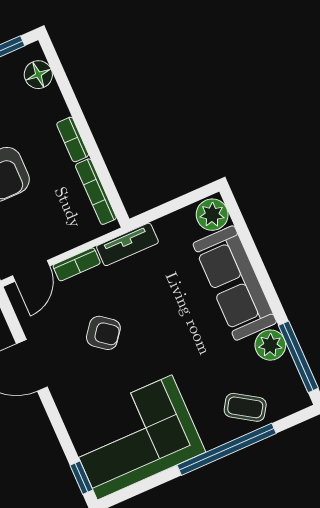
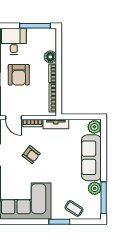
floor lamp: (38, 75) -> (50, 57), moved
door: (31, 271) -> (13, 118), hinge flipped
window: (227, 449) -> (59, 222), width x0.47

